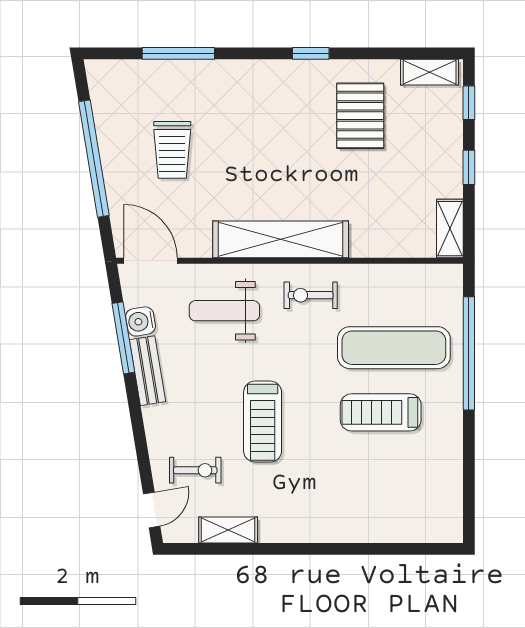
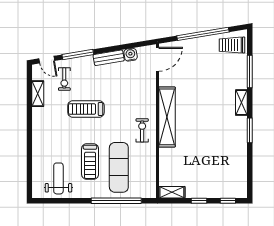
window: (311, 53) -> (250, 130), width x1.50
shelving: (430, 72) -> (241, 103), moved
pallet: (360, 116) -> (222, 152), removed
trolley: (172, 150) -> (232, 45), moved
weight bench: (224, 311) -> (58, 178), moved
window: (123, 338) -> (78, 55), moved
treadmill: (381, 412) -> (90, 161), turned 180

